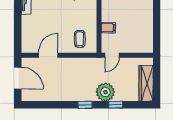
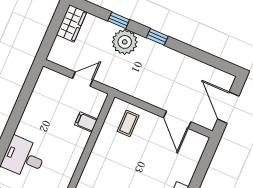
door: (48, 55) -> (177, 120), hinge flipped
door: (112, 55) -> (83, 79), moved
wardrobe: (146, 83) -> (72, 23), width x0.67

